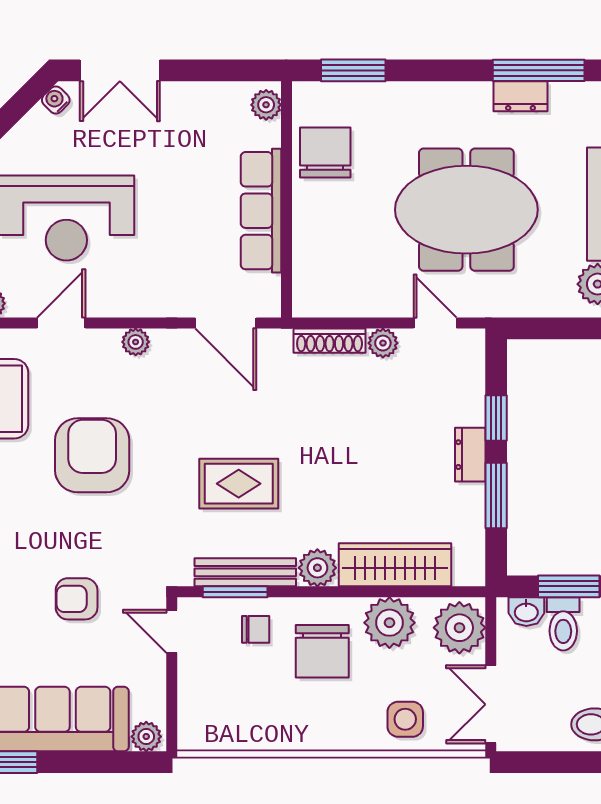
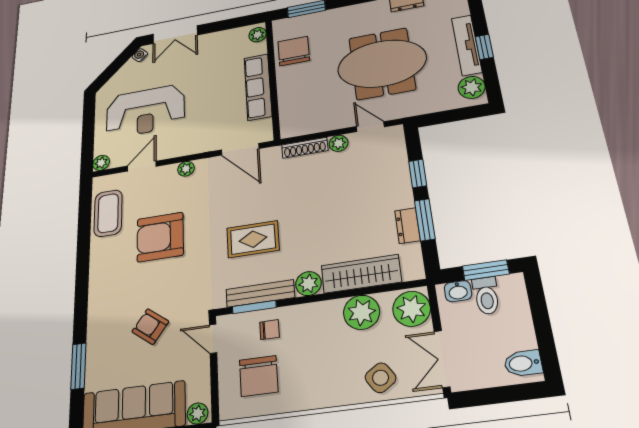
armchair: (92, 455) -> (160, 237), turned -90
dresser: (470, 455) -> (407, 226), moved
armchair: (77, 599) -> (150, 327), turned 37
chair: (322, 651) -> (259, 376), moved
side table: (405, 719) -> (380, 378), turned -34

